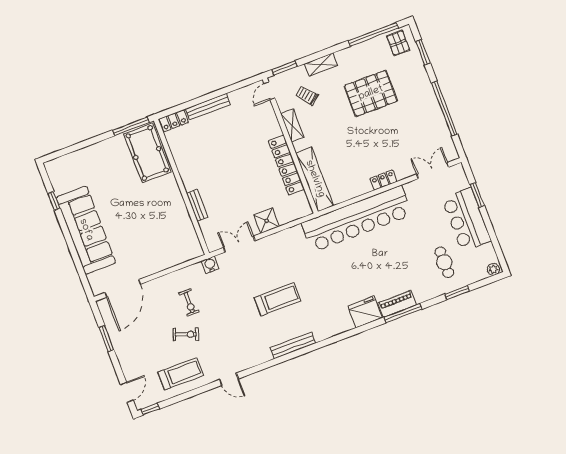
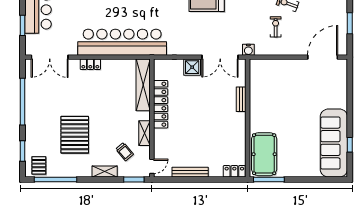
pallet: (371, 93) -> (75, 135), turned 90
bench: (208, 107) -> (190, 172), moved
double door: (433, 171) -> (50, 57), width x1.37
sofa: (86, 230) -> (334, 143), moved
double door: (239, 244) -> (220, 57), width x1.37

